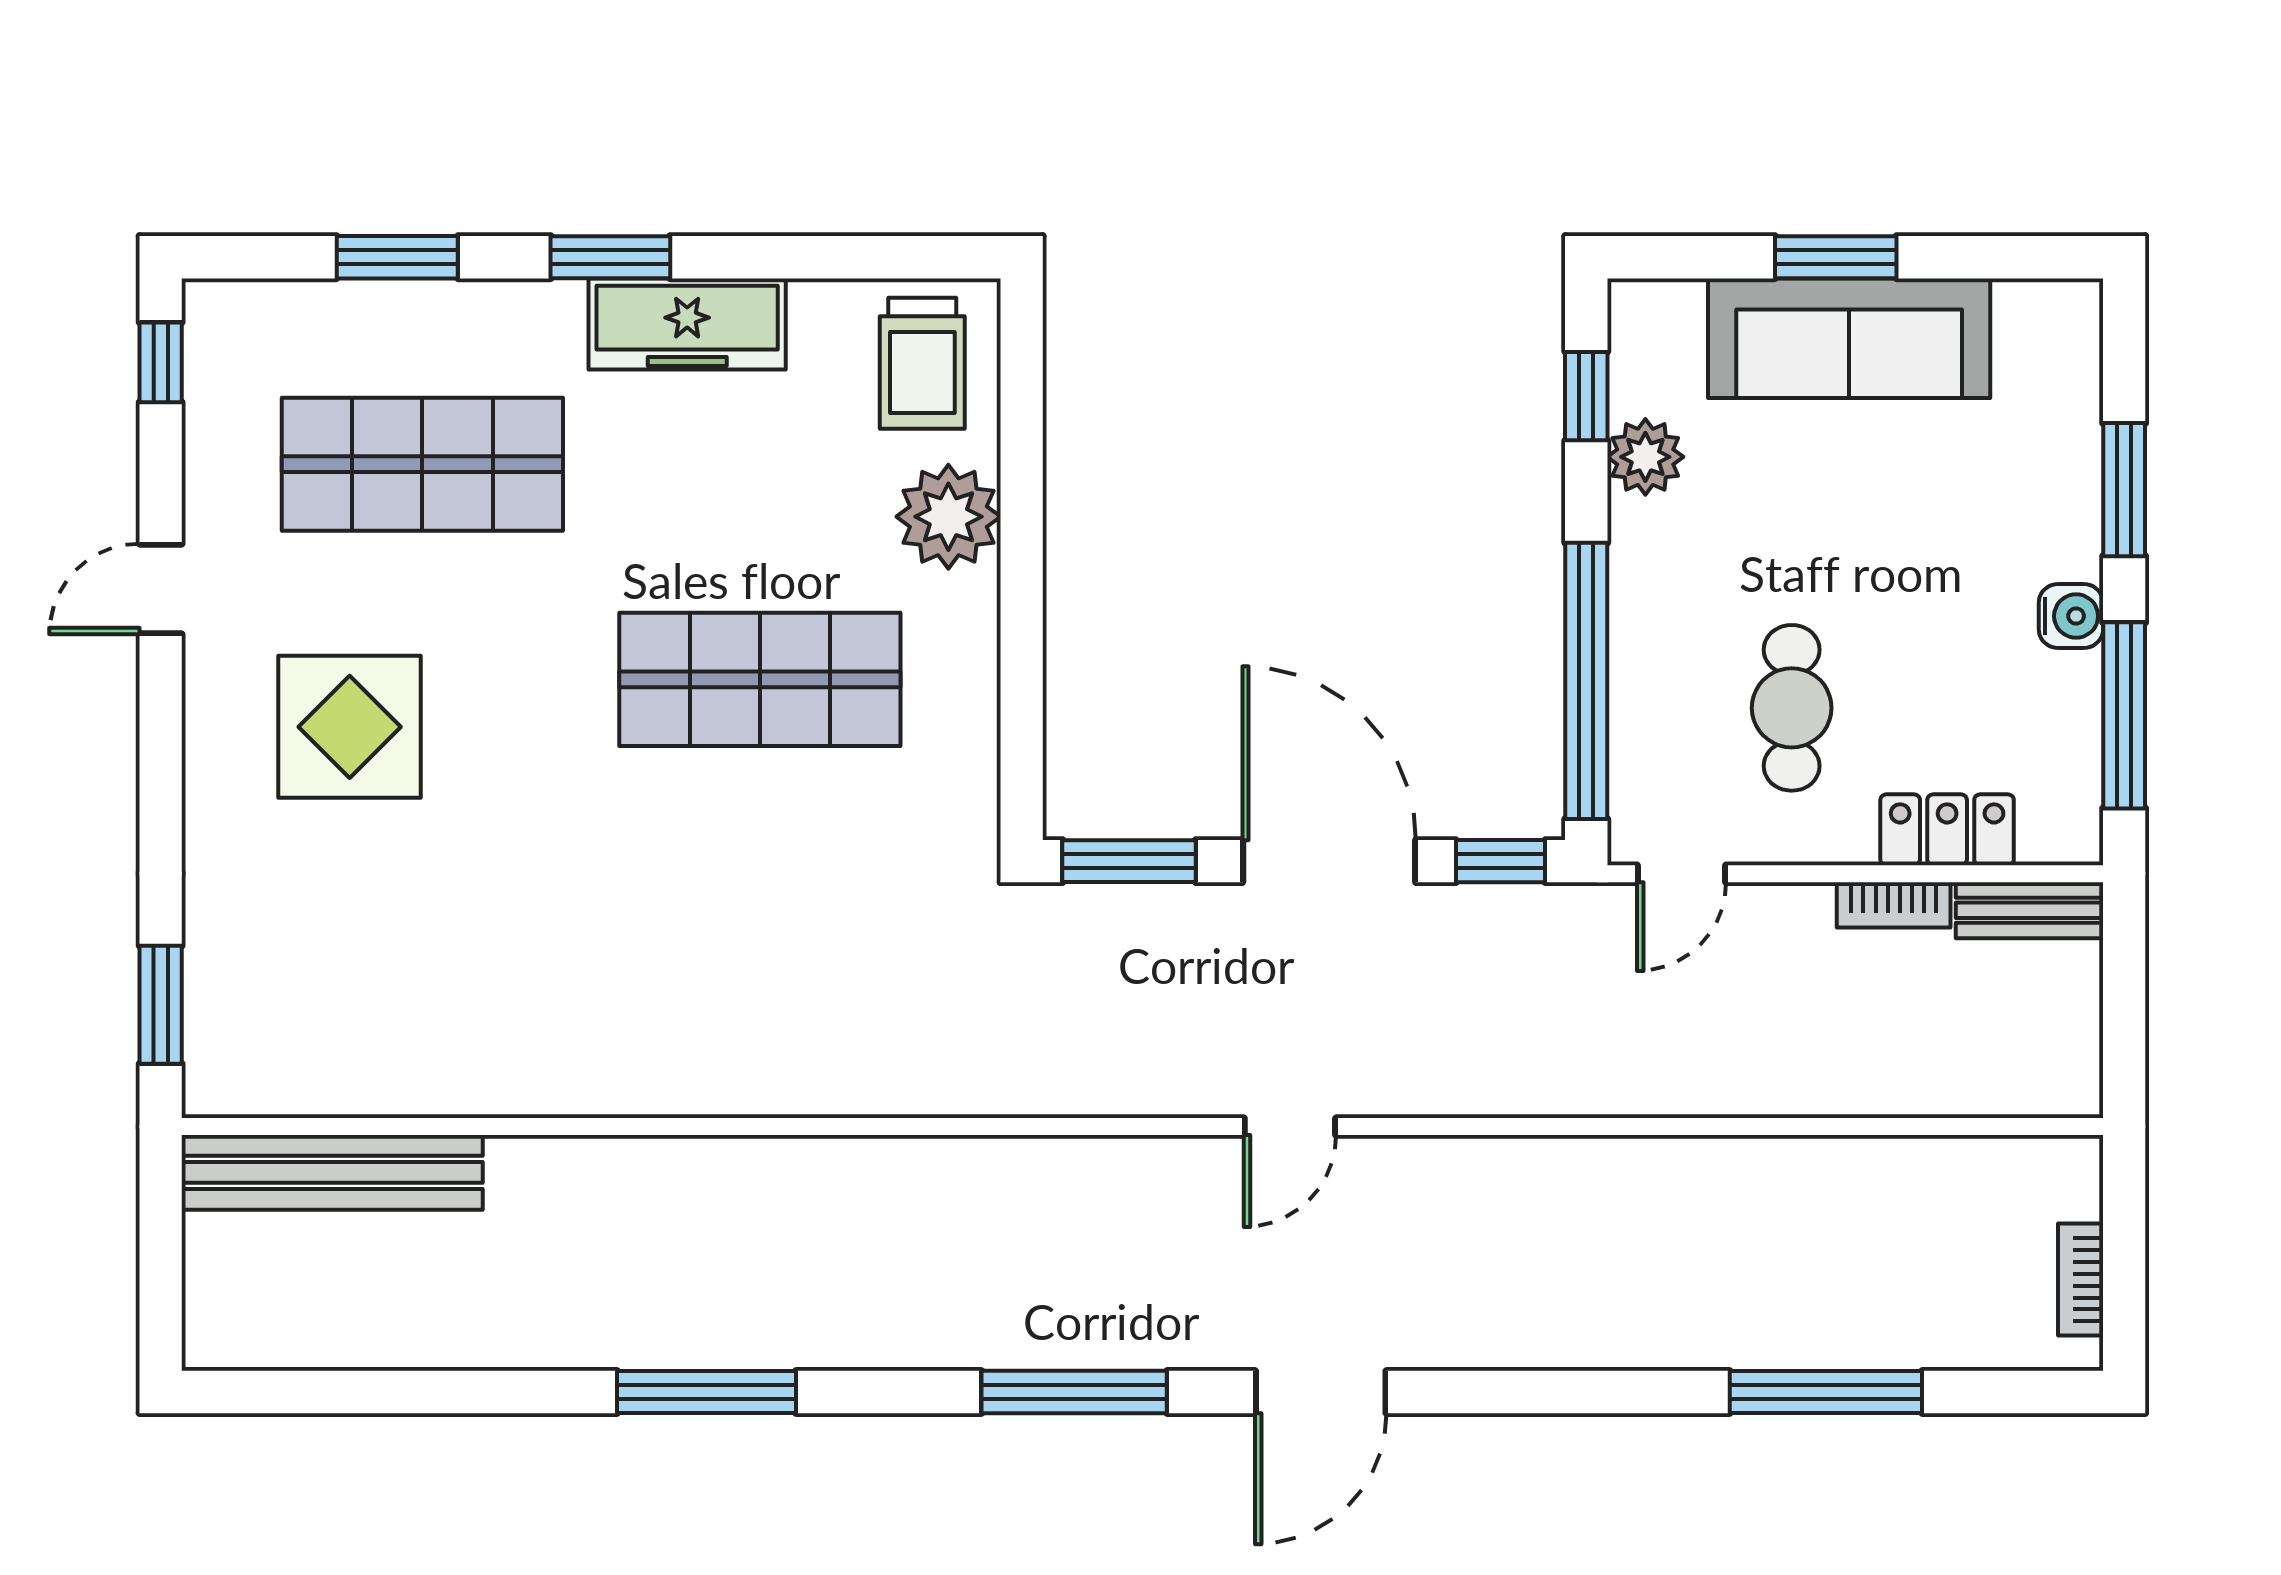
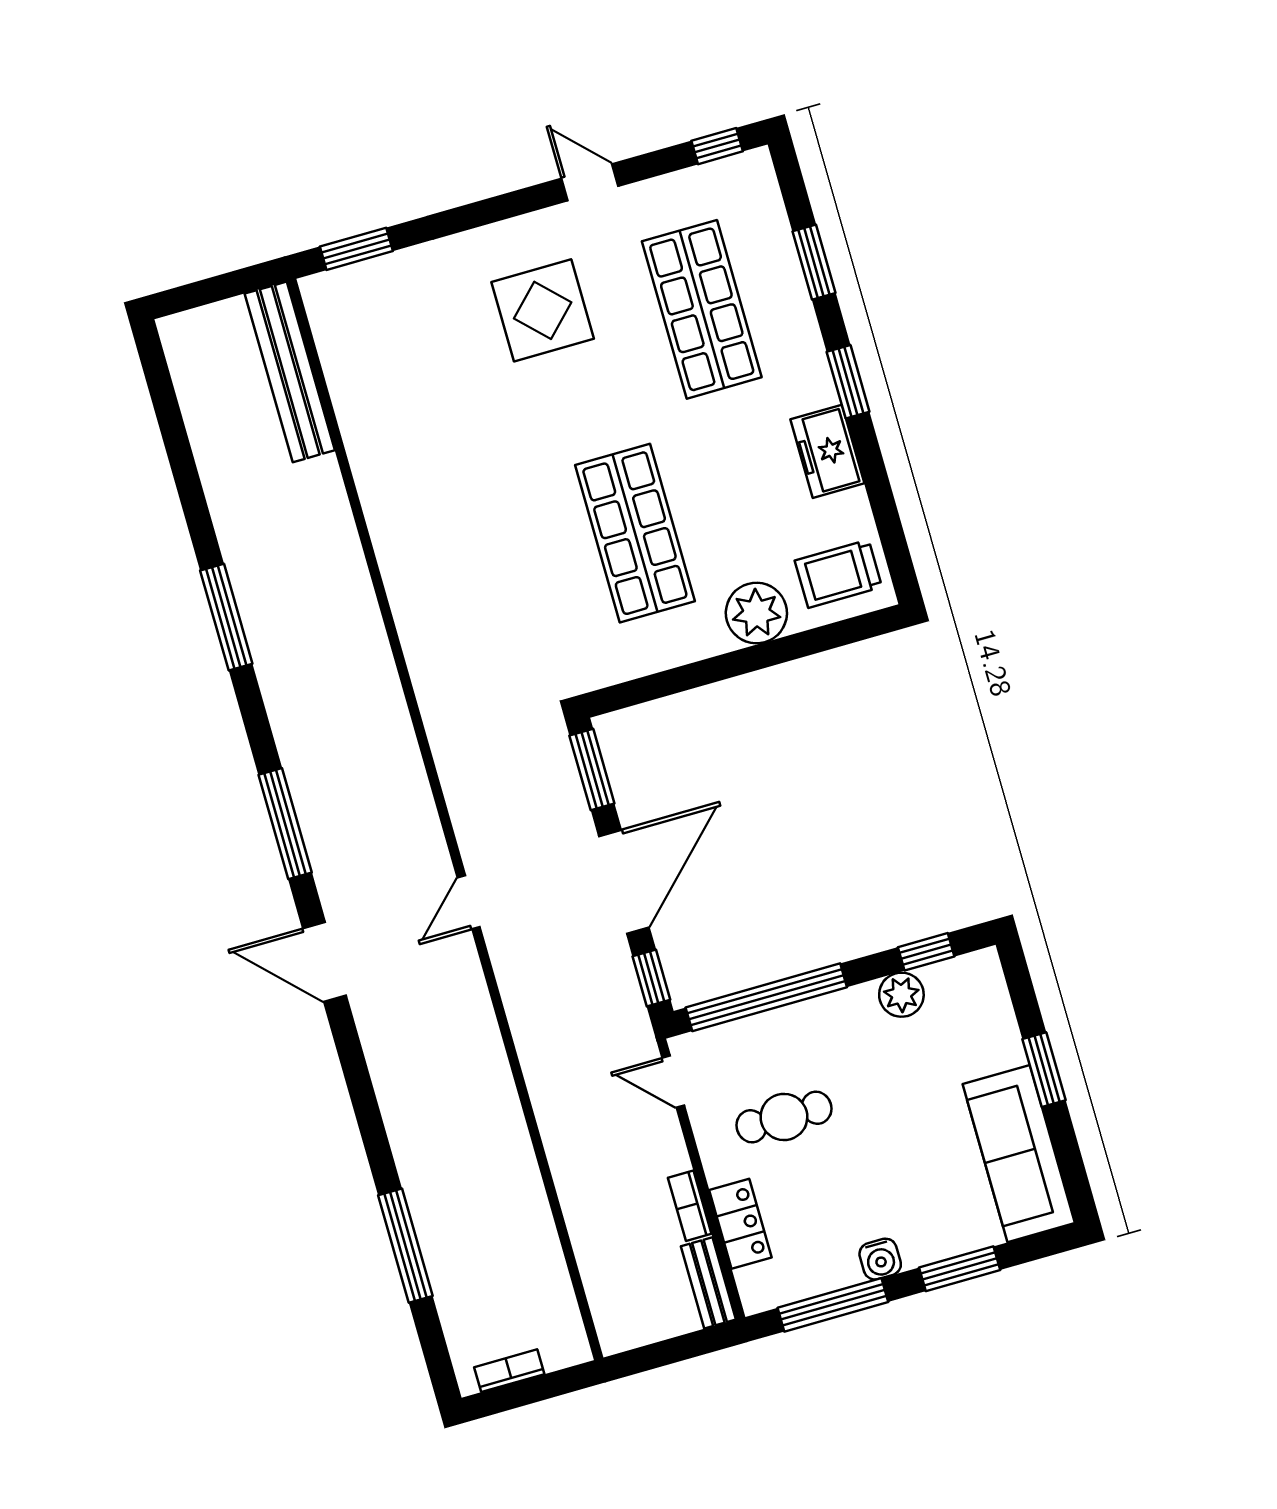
freezer: (687, 324) -> (827, 451), width x0.71
sofa: (1849, 338) -> (1019, 1154), moved
door: (1290, 1127) -> (469, 902), hinge flipped

